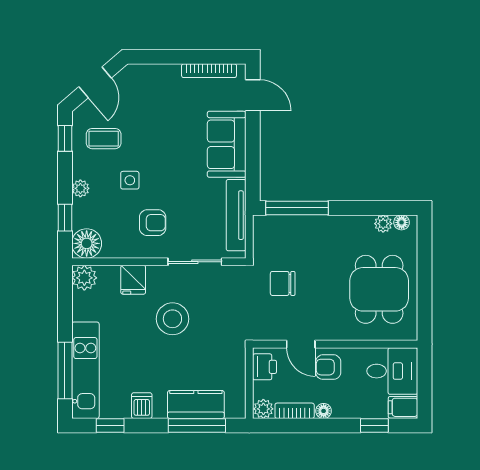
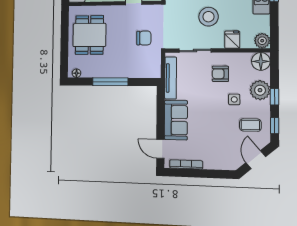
plant: (80, 188) -> (260, 90), width x1.88, depth x1.88
window: (297, 208) -> (110, 82), moved
window: (65, 218) -> (275, 97), moved
plant: (383, 224) -> (87, 73), removed

